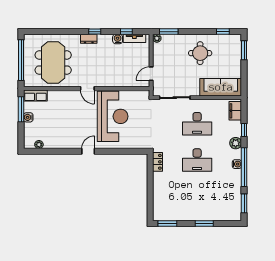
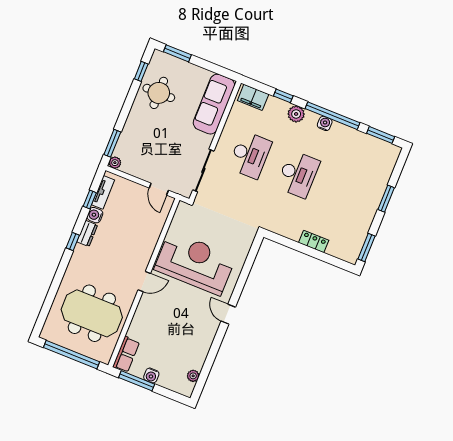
dresser: (89, 39) -> (87, 233), moved
round table: (200, 53) -> (159, 93), moved
locker: (157, 162) -> (314, 242), moved

